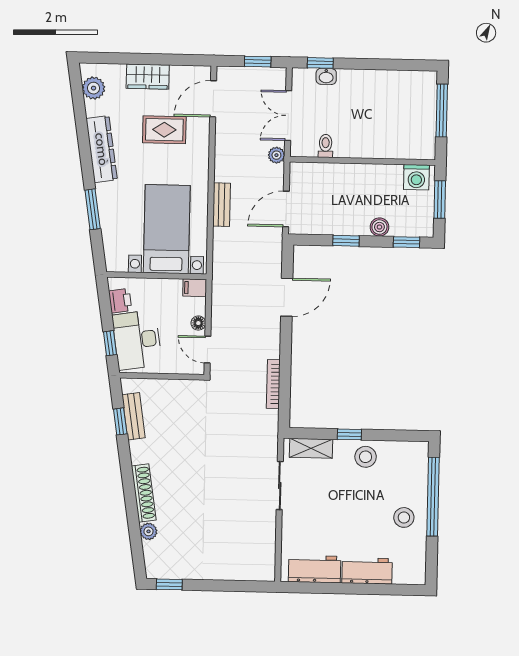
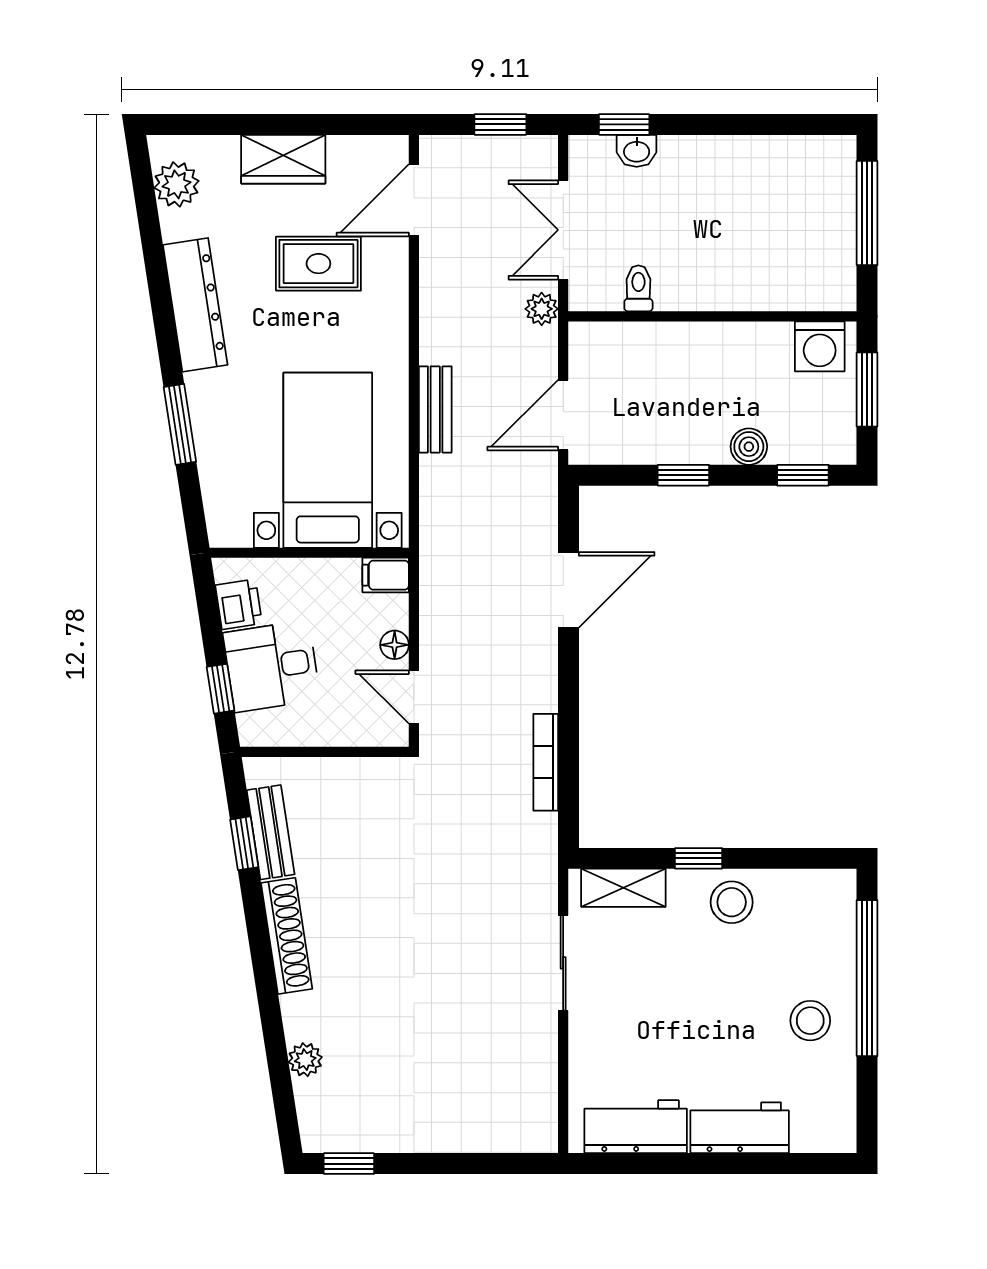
desk: (137, 340) -> (272, 666), width x0.73
shoe rack: (144, 493) -> (287, 936), moved

